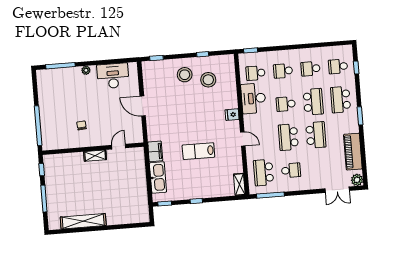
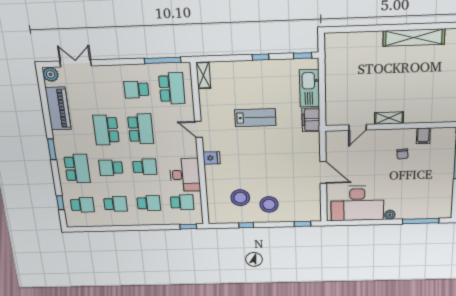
desk: (113, 76) -> (357, 203), width x1.36, depth x1.30
school desk: (313, 102) -> (111, 168), width x0.54
filing cabinet: (67, 142) -> (423, 136), added

